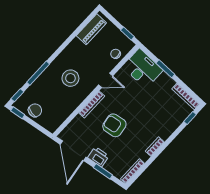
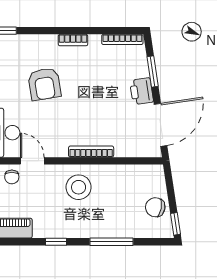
stool: (70, 78) -> (79, 187), moved
door: (106, 80) -> (32, 161), moved
window: (17, 95) -> (56, 242), moved
armchair: (114, 125) -> (44, 84), moved

